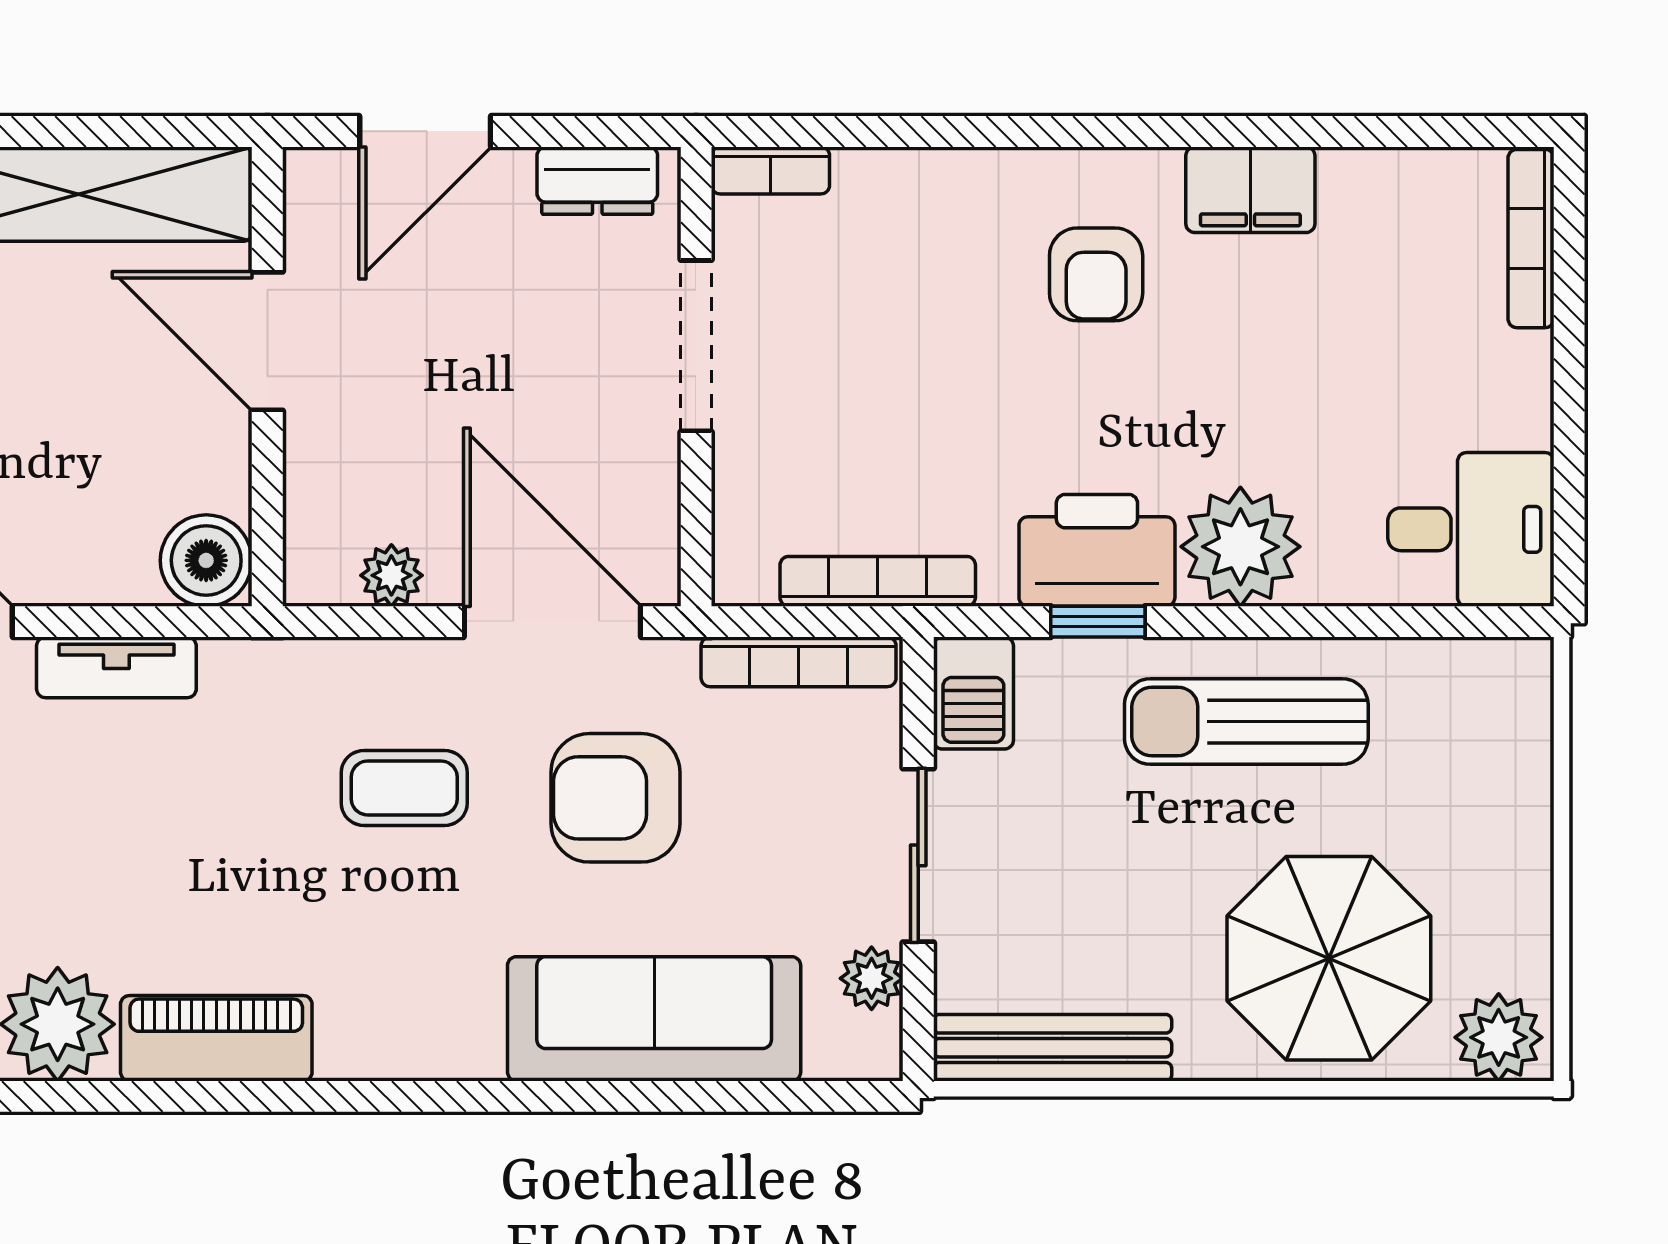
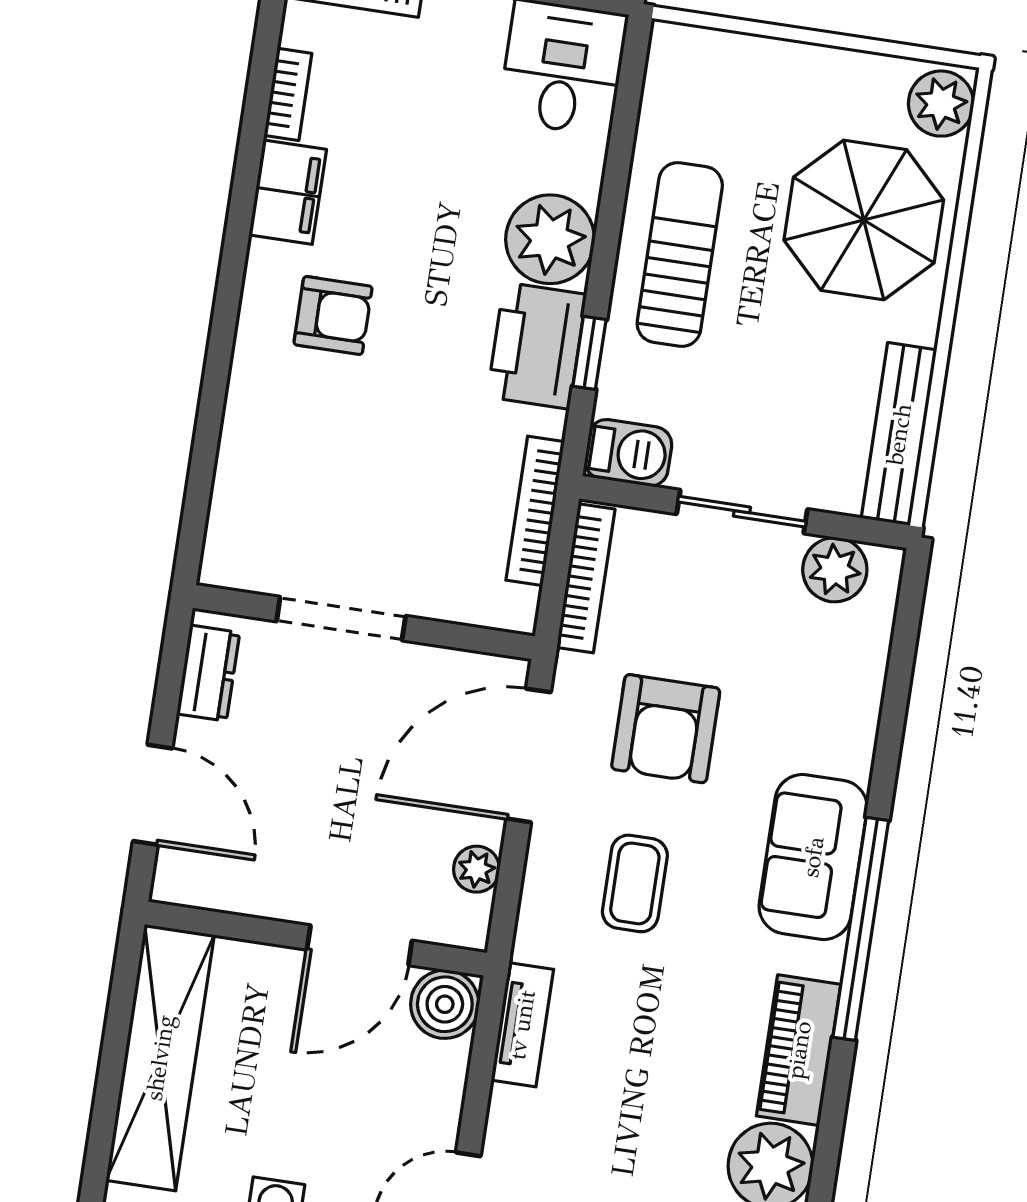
bookcase: (770, 170) -> (288, 94), moved
door: (267, 341) -> (359, 945), moved
tv unit: (116, 667) -> (522, 1025), moved
sun lounger: (1246, 722) -> (680, 254), turned 180
plant: (872, 978) -> (835, 570), width x1.38, depth x1.38
sofa: (654, 1019) -> (813, 857), moved, width x0.73
window: (389, 1096) -> (861, 929), added

